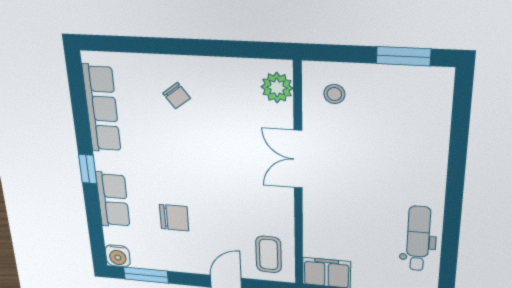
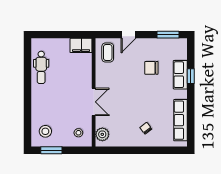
stool: (416, 102) -> (45, 131), added
window: (88, 169) -> (191, 76), moved
water cooler: (118, 256) -> (181, 44), removed

